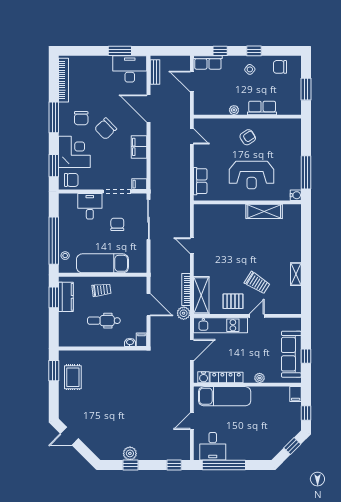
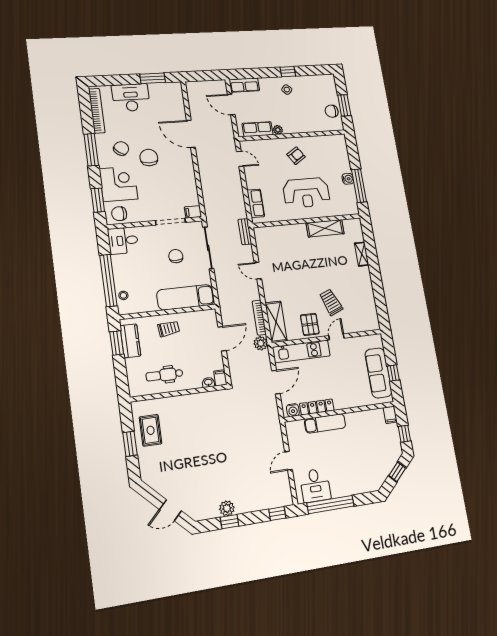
window: (220, 51) -> (255, 73), removed
chair: (280, 67) -> (332, 111), moved
desk: (130, 69) -> (131, 98), moved
bench: (155, 72) -> (245, 232), moved
row of seats: (262, 108) -> (257, 129), moved
chair: (81, 118) -> (121, 148), turned -142
chair: (106, 129) -> (149, 157), turned 134
filing cabinet: (139, 147) -> (187, 174), removed
chair: (71, 180) -> (119, 214), turned 180
water cooler: (296, 195) -> (348, 179), moved
desk: (90, 206) -> (123, 241), moved, turned -90
exam couch: (102, 263) -> (186, 297), moved
shelving: (296, 274) -> (362, 254), moved
trolley: (257, 283) -> (331, 302), turned -144
pallet: (233, 301) -> (310, 324), turned 90
door: (148, 305) -> (222, 339), hinge flipped
dental chair: (104, 321) -> (164, 375), moved
window: (54, 371) -> (130, 444), moved
plant: (260, 378) -> (351, 403), removed
exam couch: (225, 396) -> (325, 423), width x0.73, depth x0.69
door: (69, 436) -> (170, 510), moved

